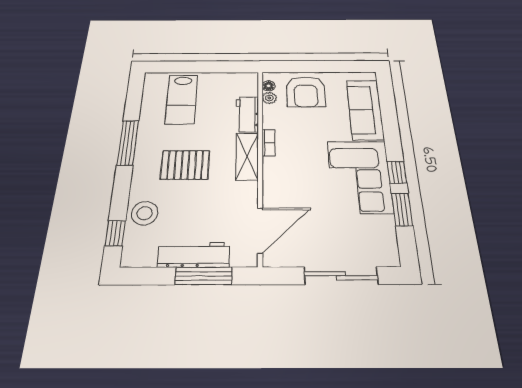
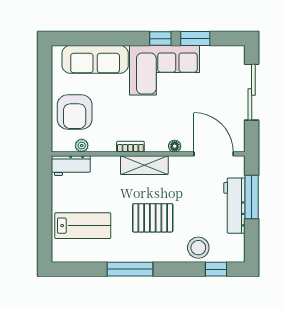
floor lamp: (269, 86) -> (175, 146), moved
armchair: (306, 92) -> (75, 112), turned 90
workbench: (247, 114) -> (71, 166), moved
pallet: (185, 165) -> (153, 218), turned 90

